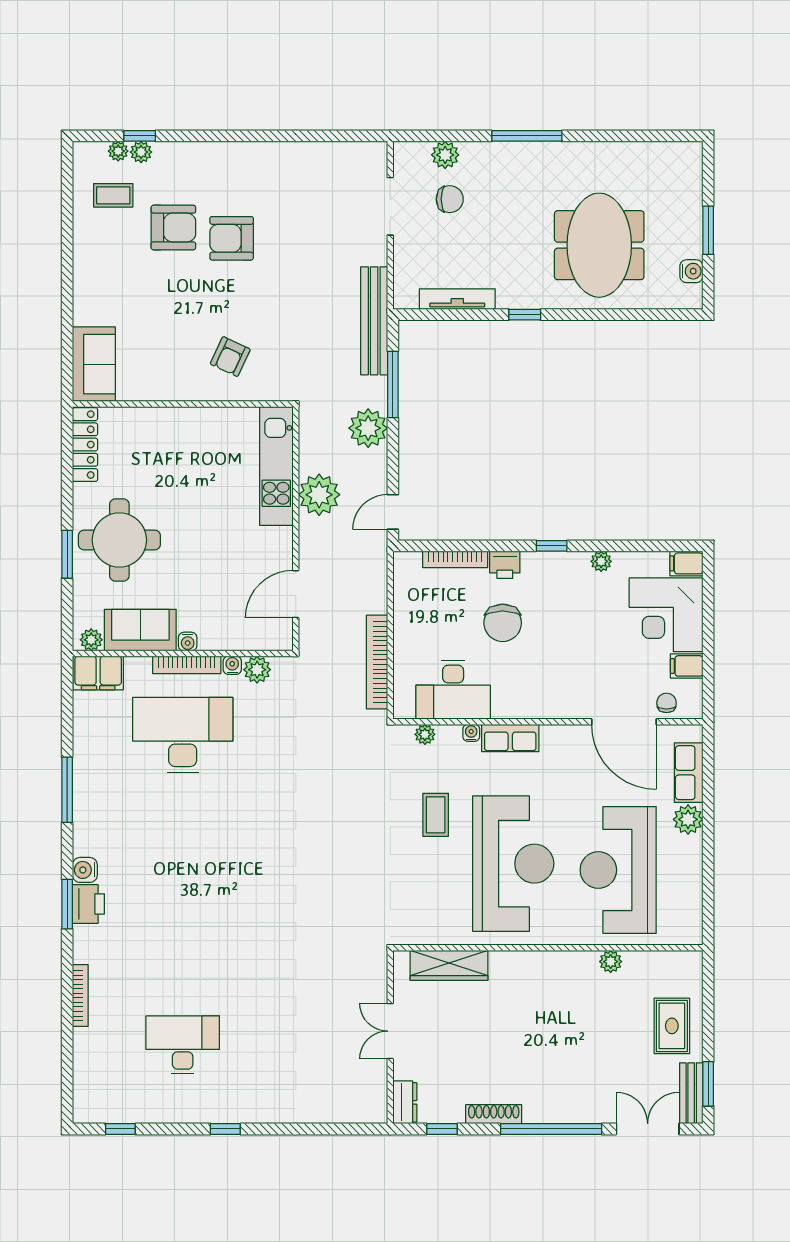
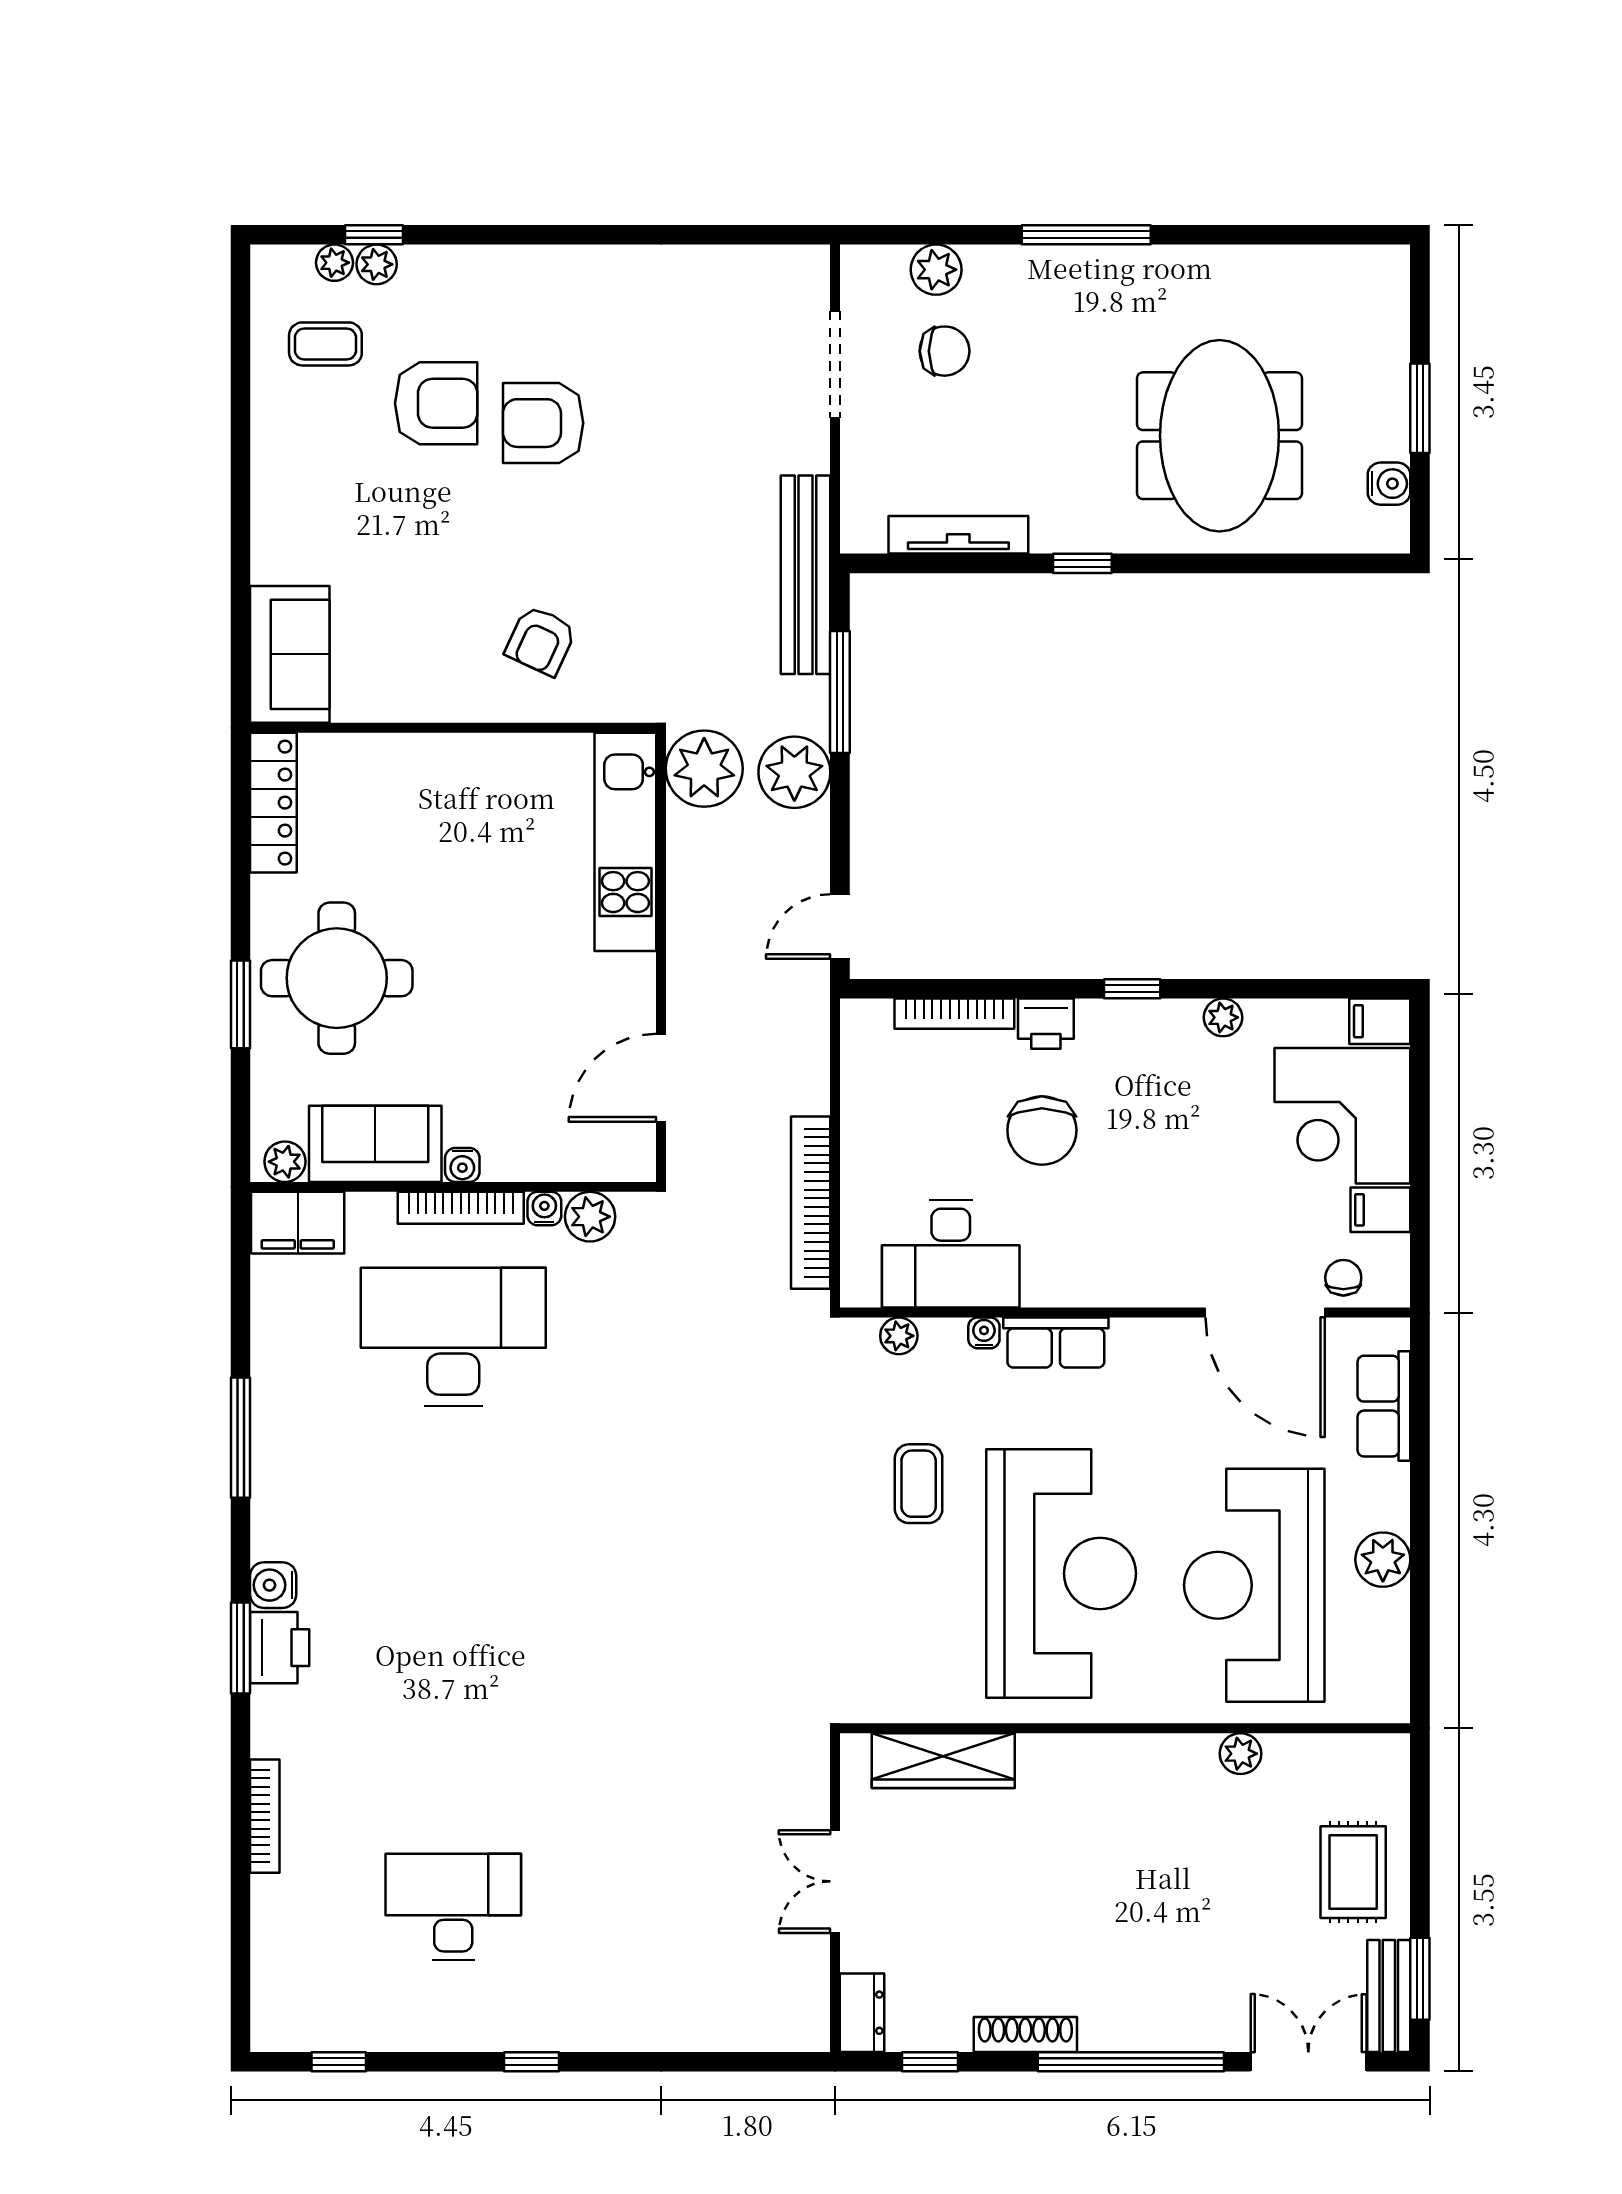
plant: (319, 495) -> (704, 769), moved
plant: (688, 819) -> (1383, 1560), moved

